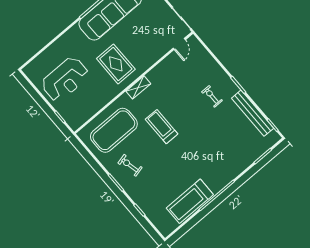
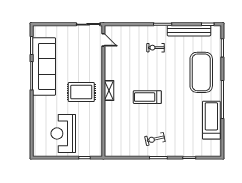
reception desk: (65, 79) -> (63, 133), turned 180
exercise mat: (114, 130) -> (201, 72), moved
treadmill: (190, 201) -> (211, 120), turned 180

